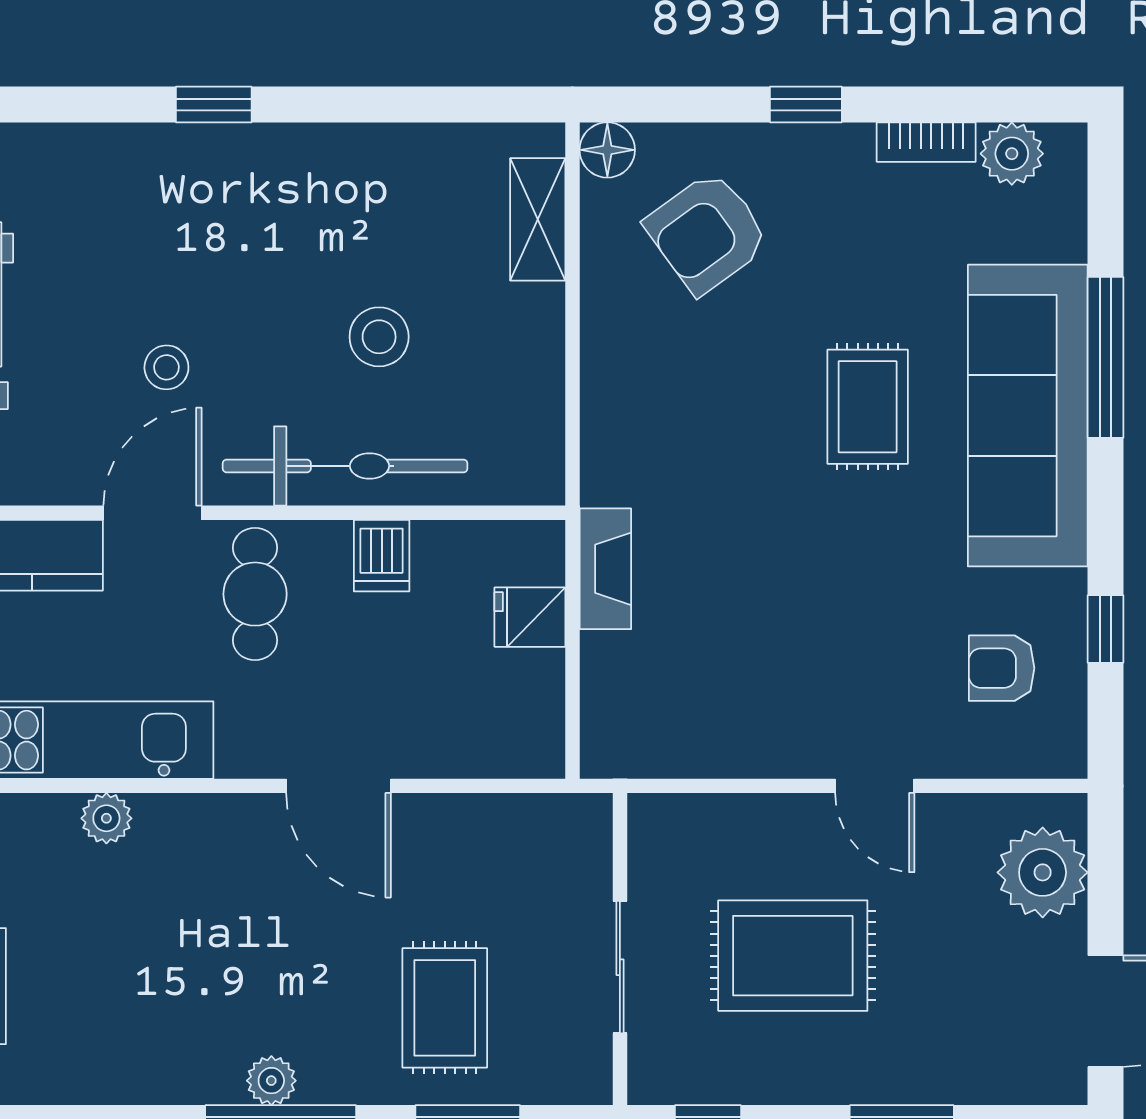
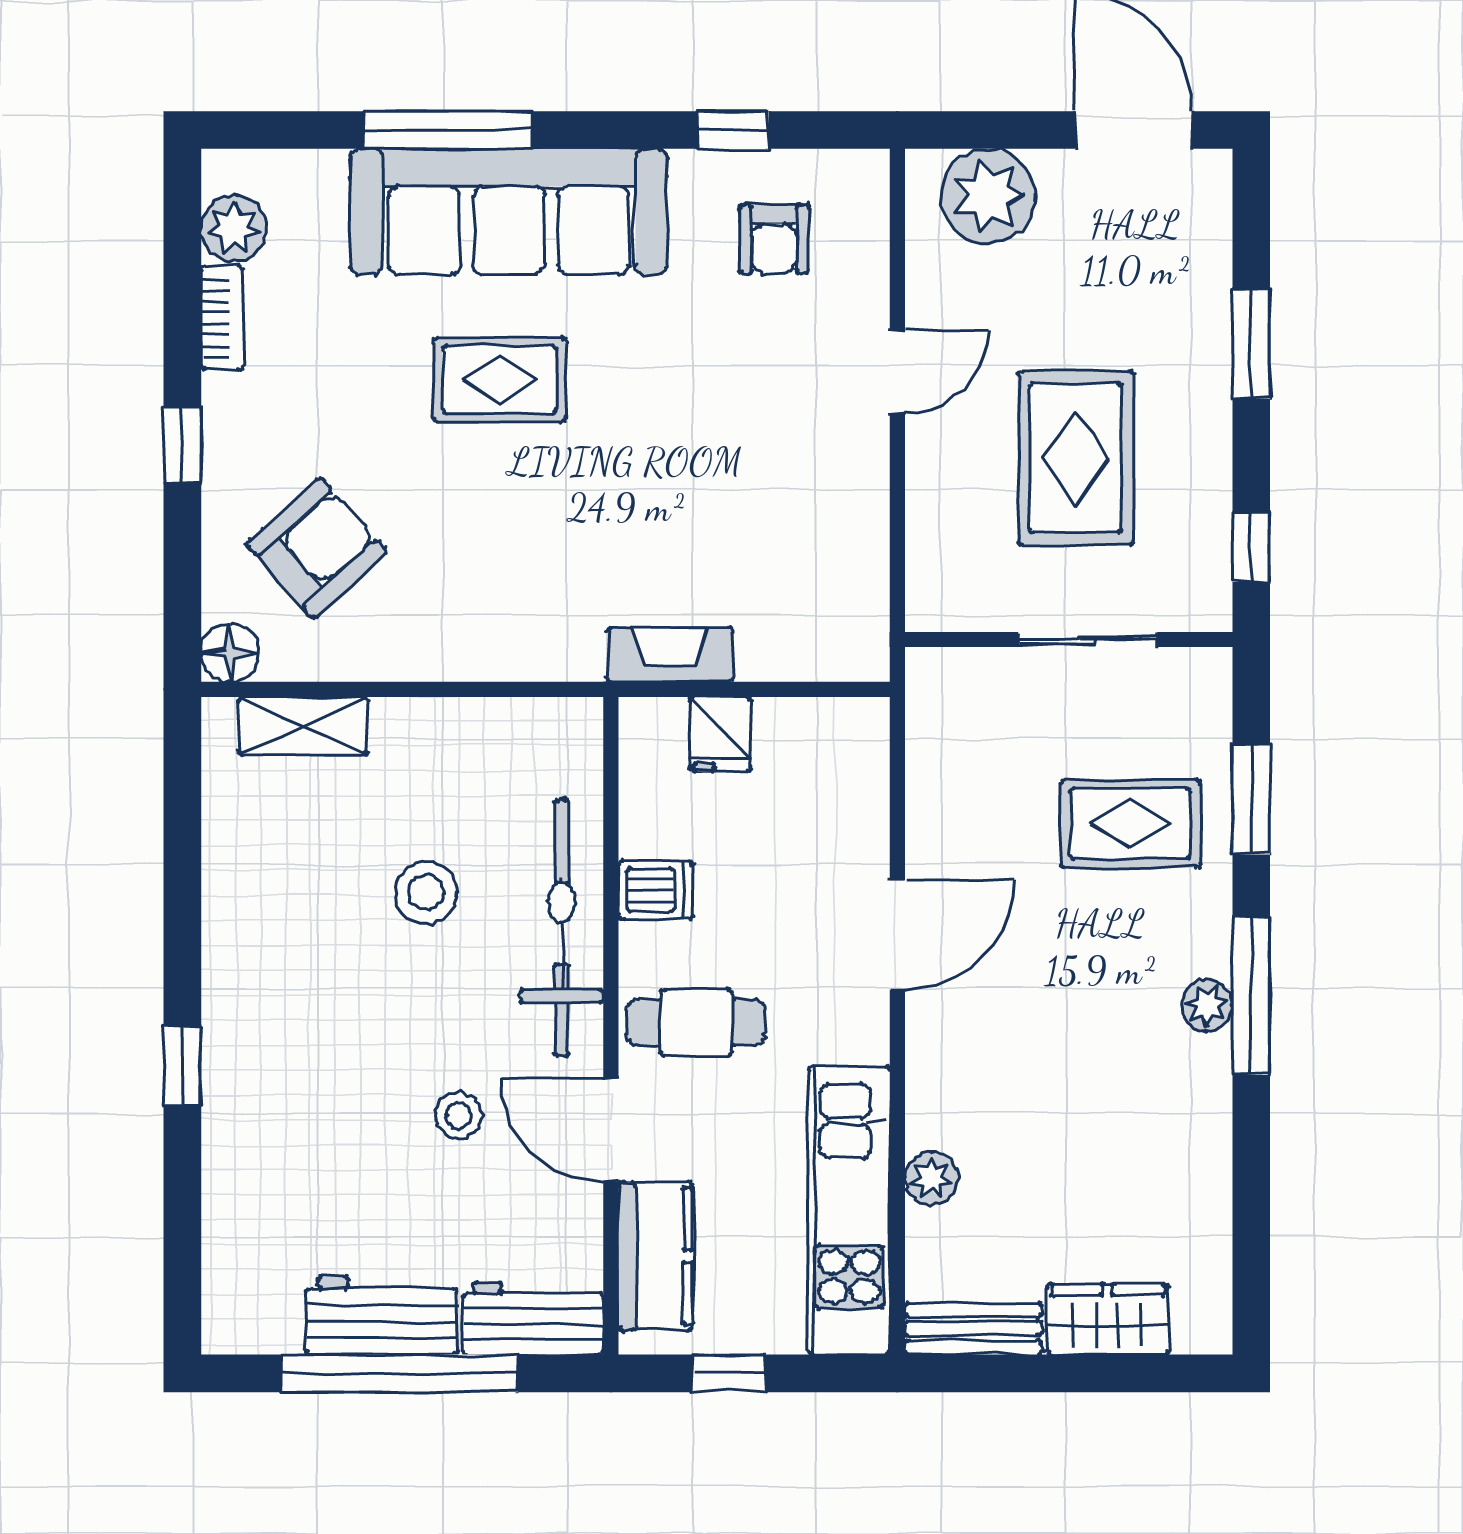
armchair: (707, 233) -> (317, 548), turned -96

